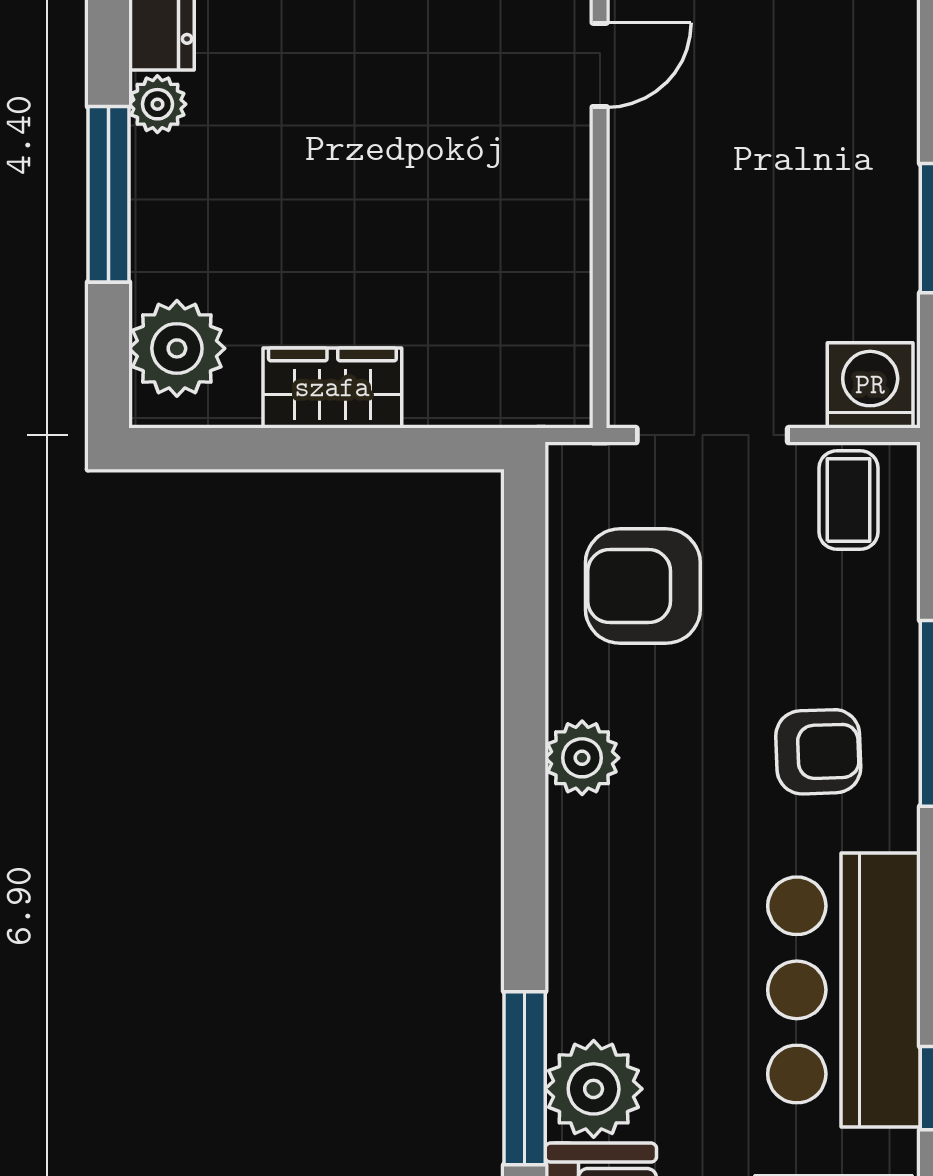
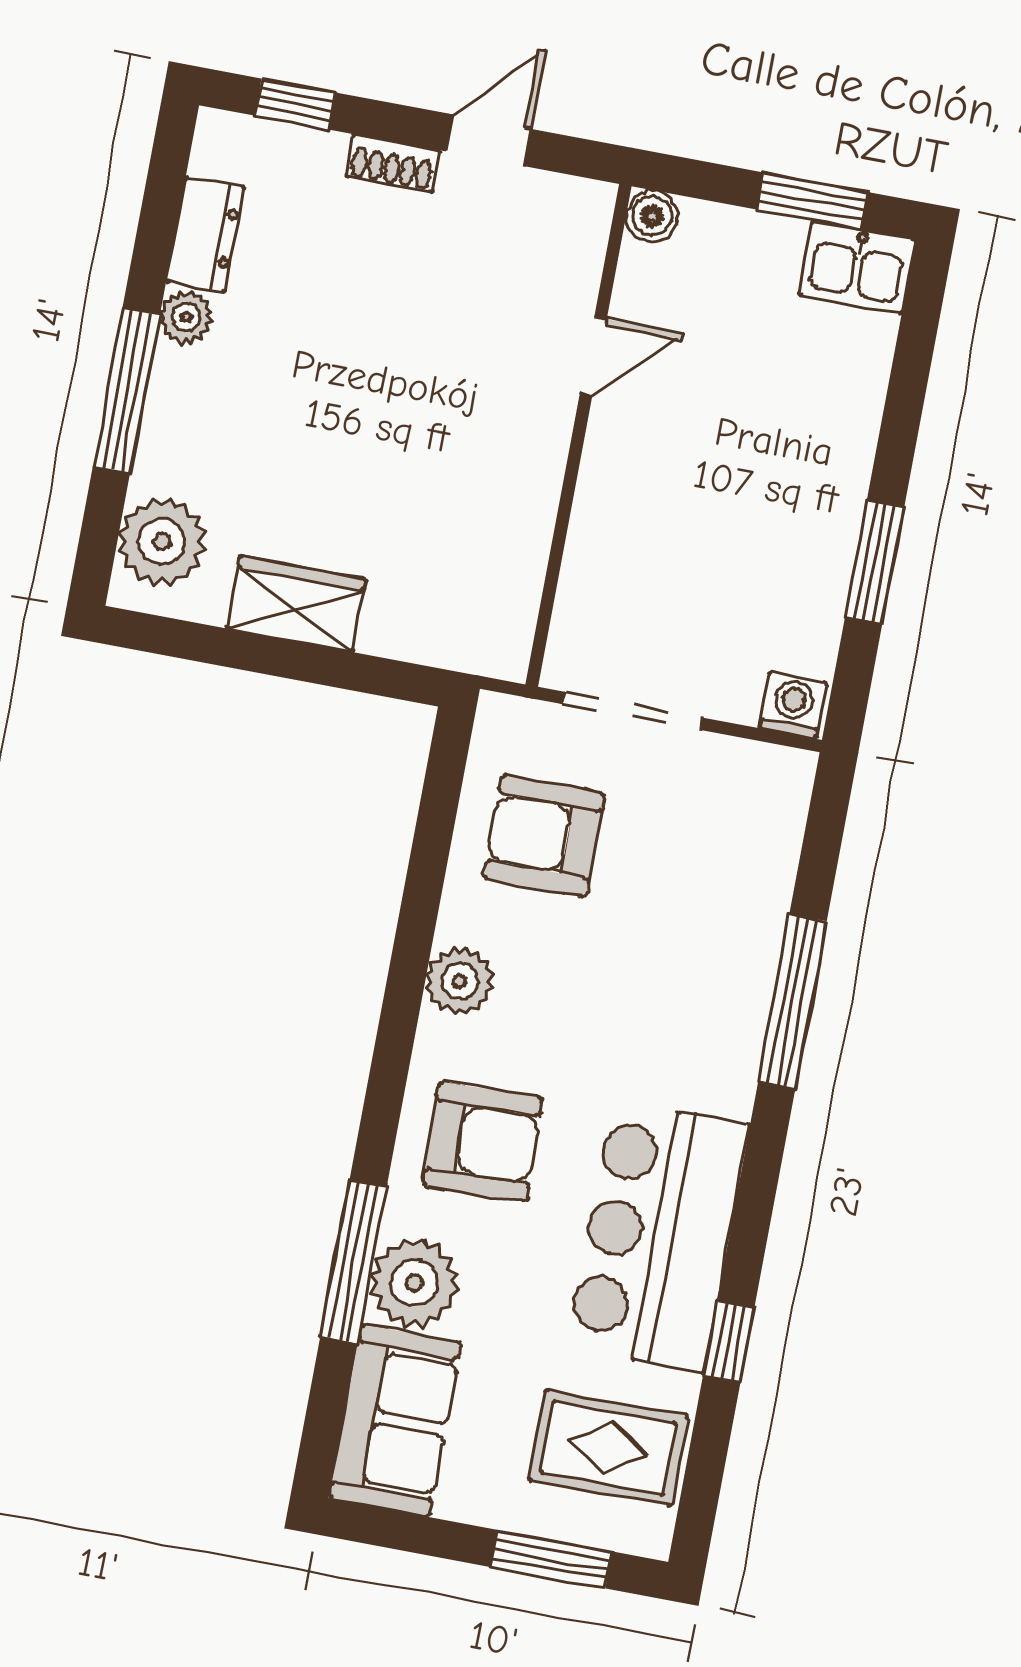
washing machine: (870, 385) -> (793, 705), width x0.73, depth x0.73
coffee table: (849, 500) -> (745, 793), removed
armchair: (818, 752) -> (483, 1142), moved, width x1.38, depth x1.38

